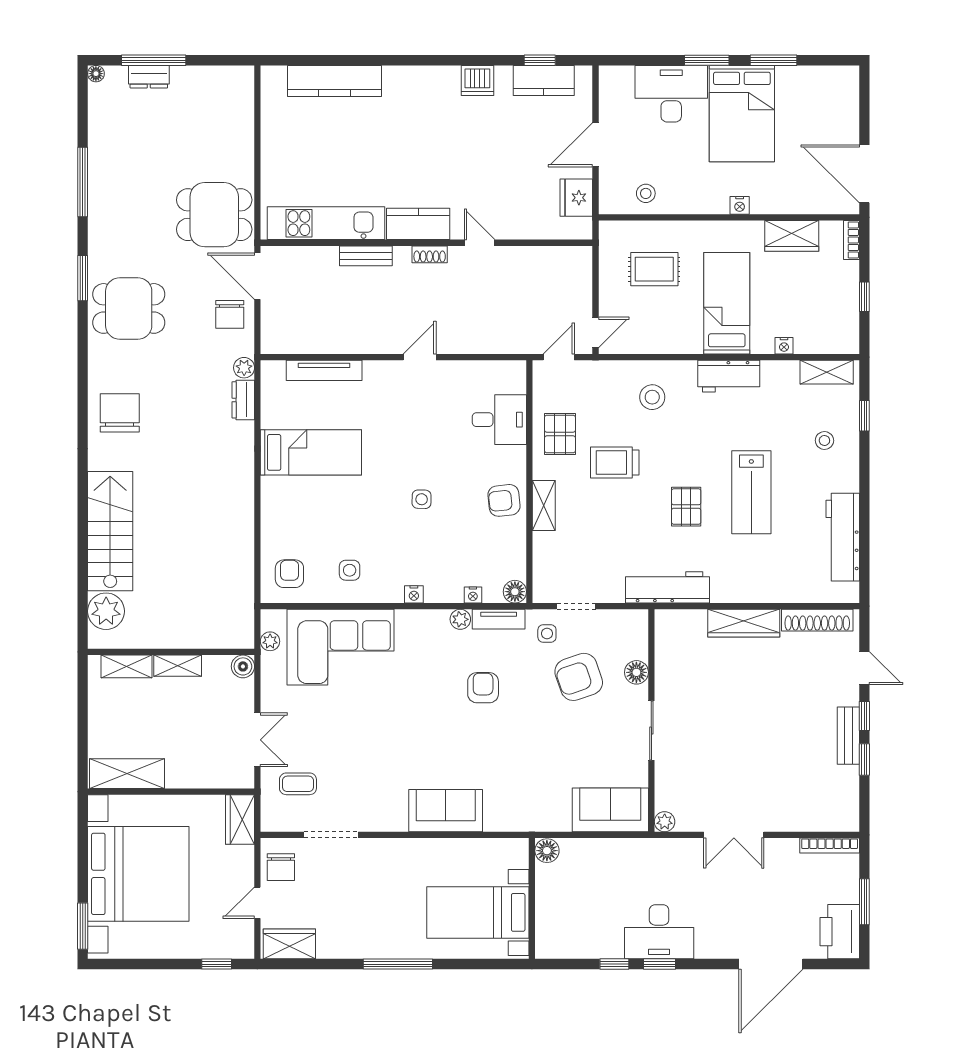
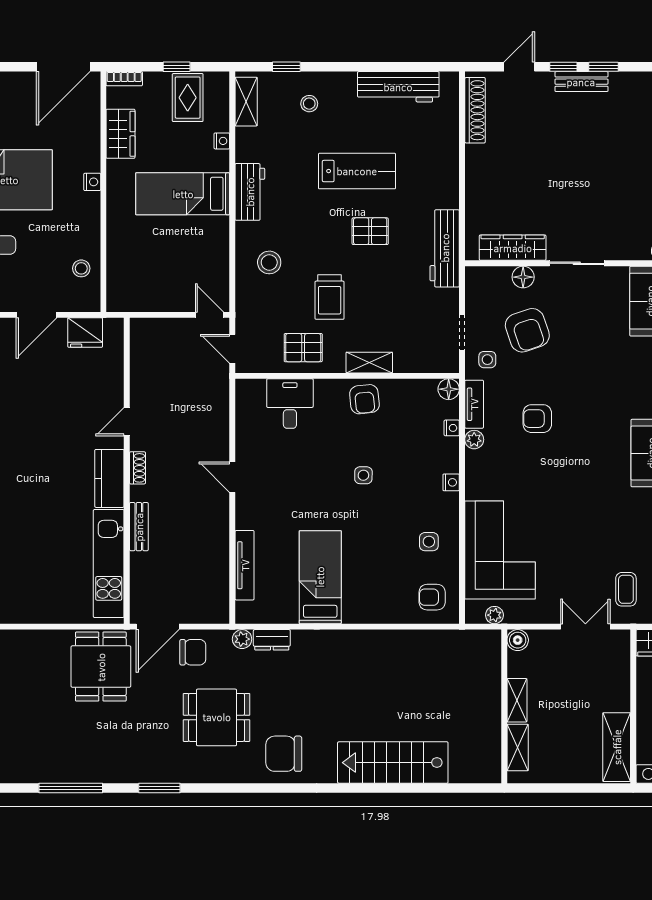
door: (595, 145) -> (37, 315), hinge flipped
rug: (654, 269) -> (188, 98), moved
dining table: (129, 308) -> (217, 717), moved, turned 90
plant: (106, 611) -> (467, 766), removed
wardrobe: (744, 623) -> (513, 248), moved, turned -90

